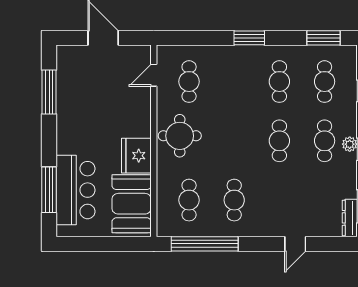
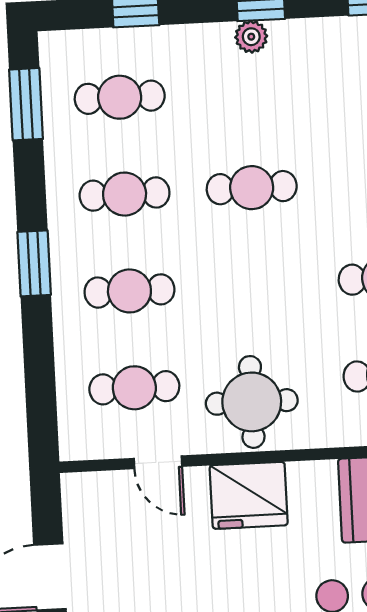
door: (154, 75) -> (158, 462), moved
cafe table: (325, 141) -> (129, 291), moved
fridge: (136, 156) -> (249, 495), moved

